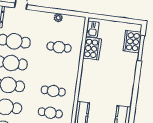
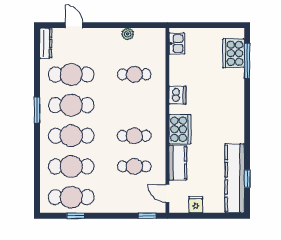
cooker: (92, 49) -> (180, 129), moved
dishwasher: (88, 66) -> (178, 95), added

